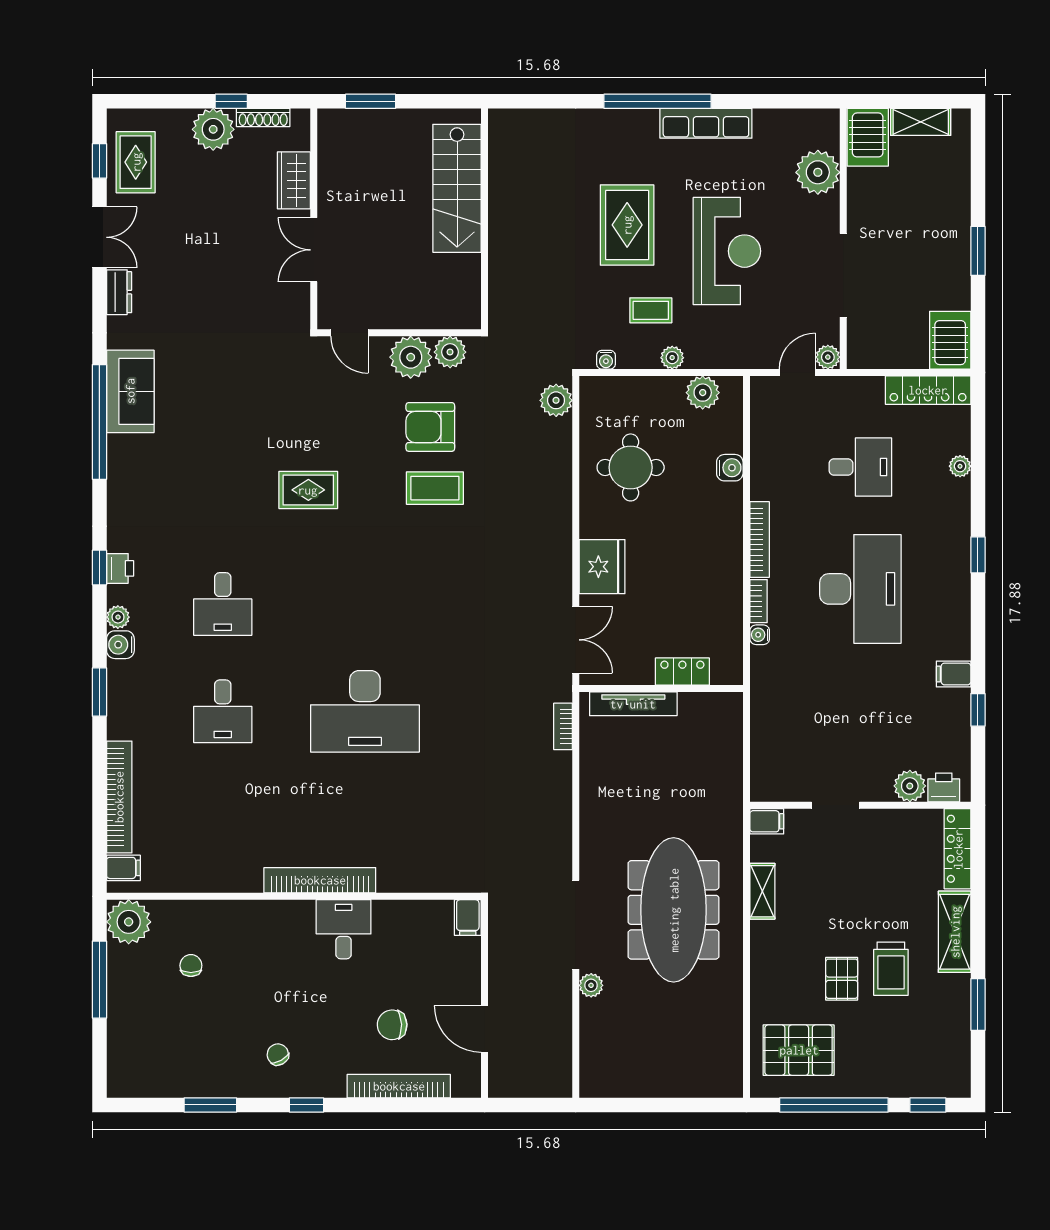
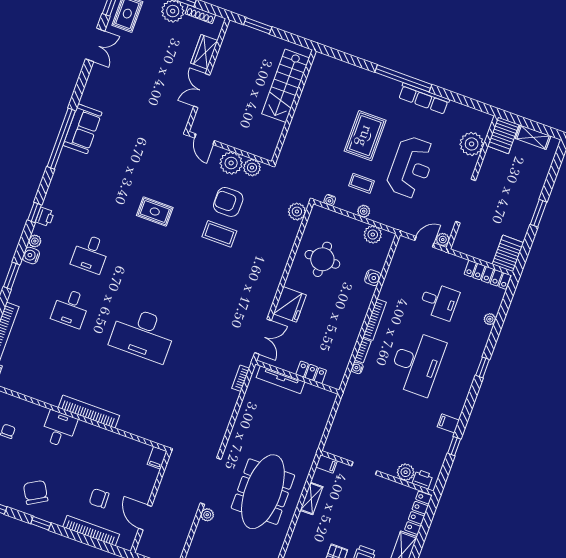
dresser: (119, 292) -> (95, 76), removed
desk: (344, 929) -> (59, 429), moved
chair: (278, 1054) -> (36, 492), width x1.87, depth x1.87

